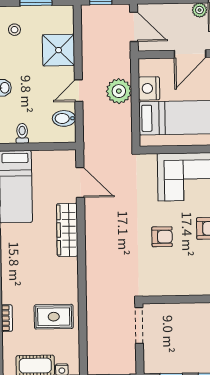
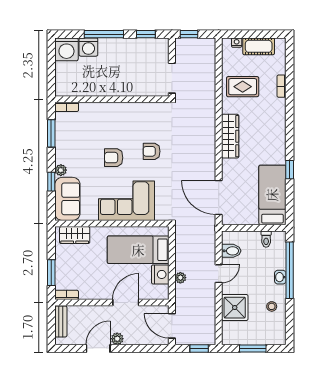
stool: (14, 30) -> (272, 306), moved
plant: (119, 91) -> (180, 278), width x0.53, depth x0.53
door: (80, 182) -> (219, 198), width x1.36
wardrobe: (67, 230) -> (230, 136), moved

